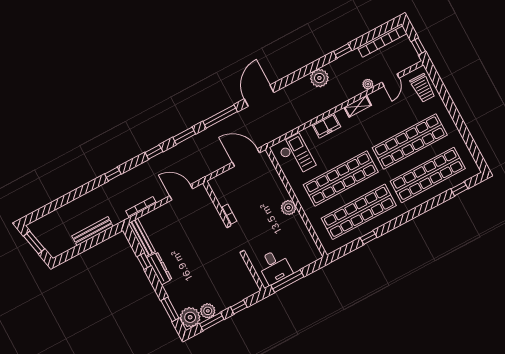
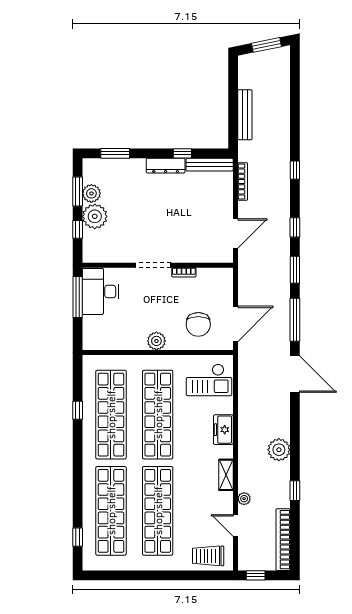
chair: (261, 184) -> (198, 324), added
desk: (275, 267) -> (100, 291), width x1.37
plant: (190, 317) -> (95, 216), moved

